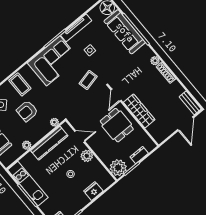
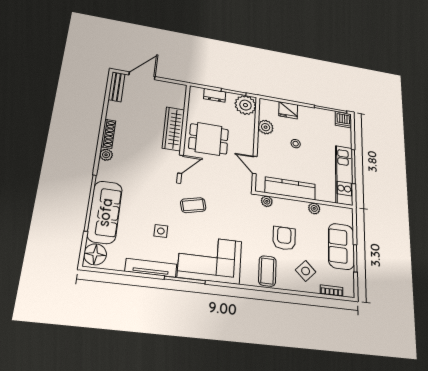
armchair: (27, 111) -> (284, 238), turned -90
dining table: (117, 125) -> (209, 139), turned 90
plant: (87, 156) -> (266, 127), moved

